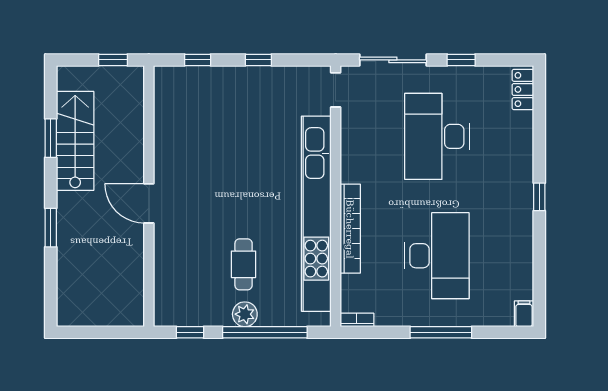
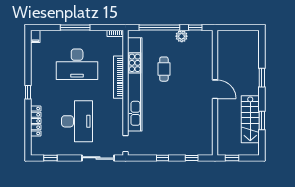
window: (461, 60) -> (50, 158), moved
locker: (523, 89) -> (36, 121), moved, width x1.53
desk: (437, 256) -> (77, 64), turned -90
cafe table: (244, 264) -> (164, 69), moved
plant: (245, 314) -> (182, 36), moved

